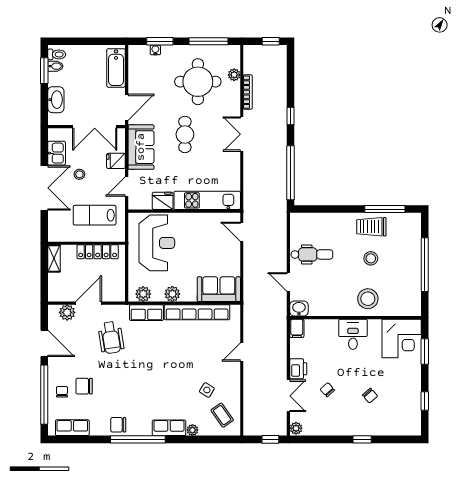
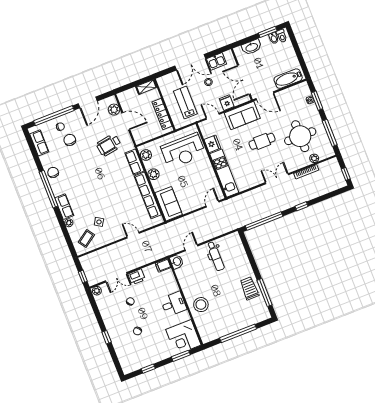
stool: (371, 258) -> (228, 296), removed

